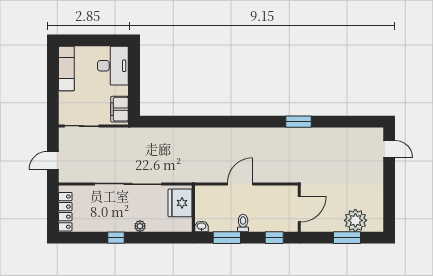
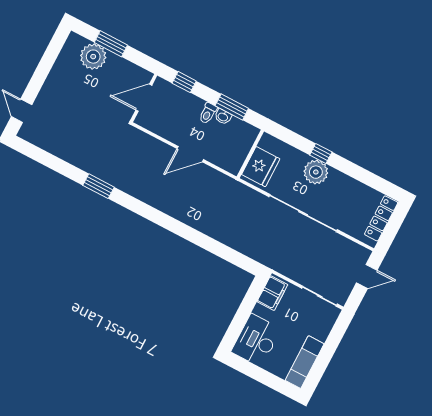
plant: (140, 226) -> (316, 172), width x1.88, depth x1.88
washbasin: (201, 226) -> (223, 117), moved
window: (116, 238) -> (321, 154), moved

